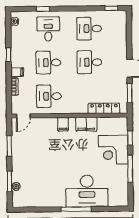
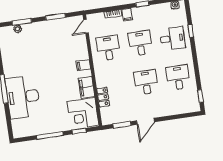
locker: (104, 108) -> (103, 97), width x0.66
door: (23, 116) -> (86, 26), hinge flipped
corner desk: (113, 150) -> (83, 113), moved, turned -90

